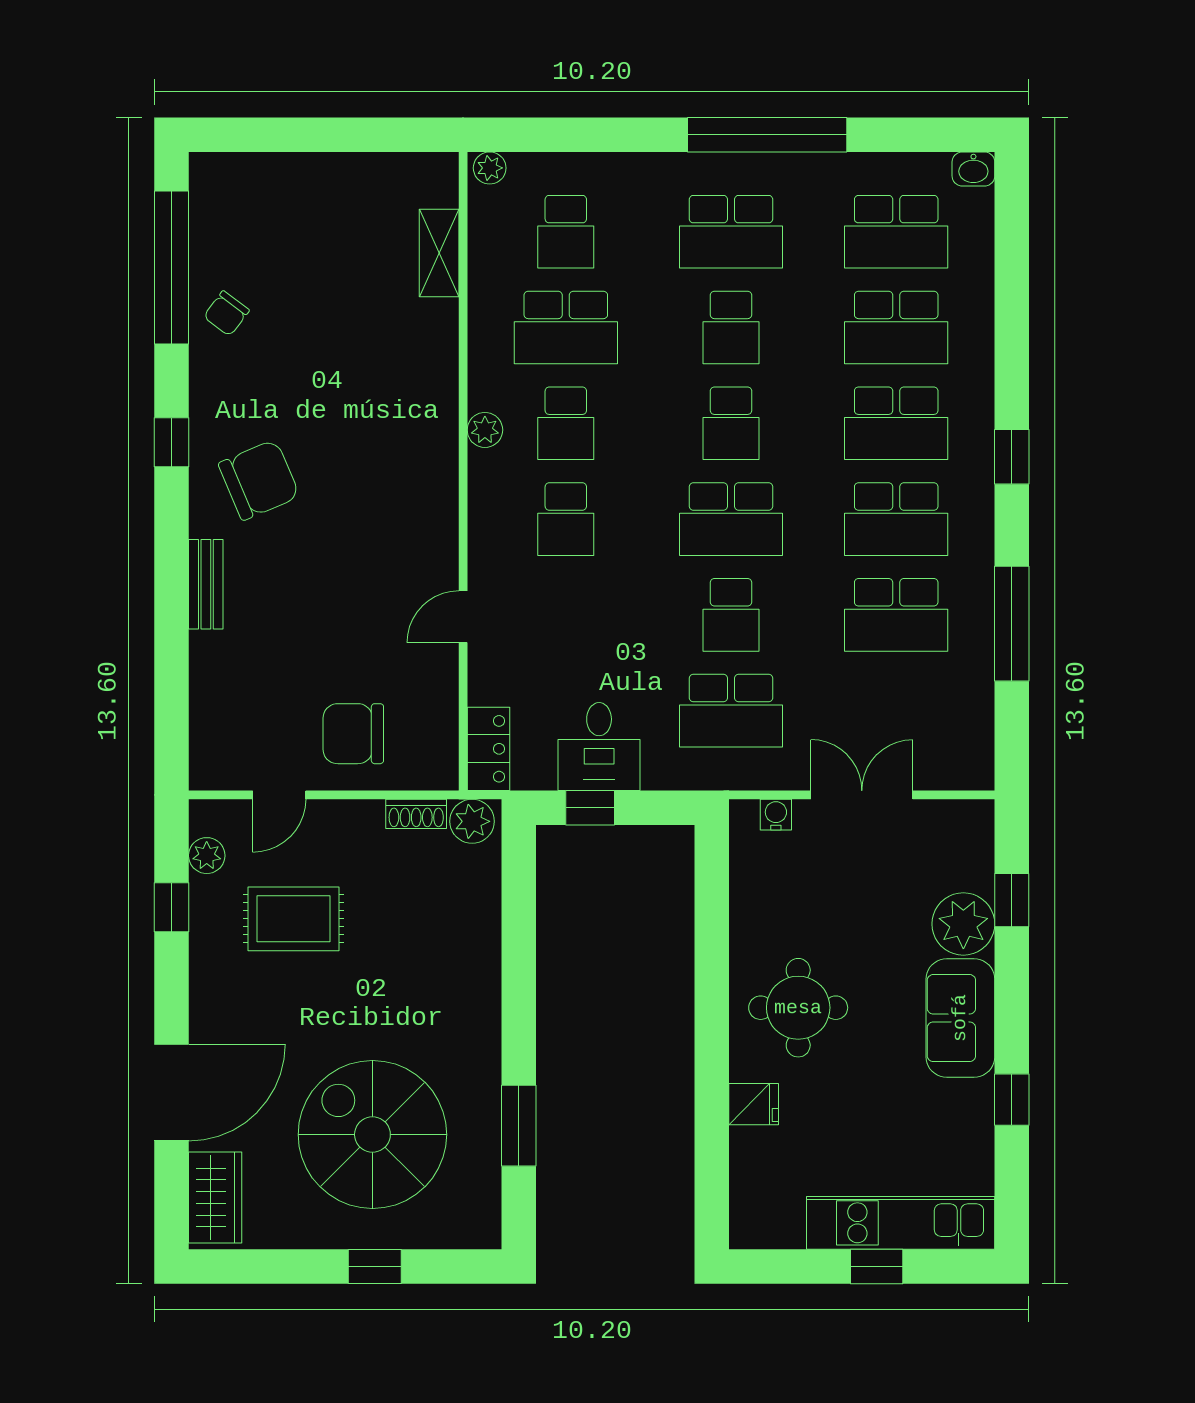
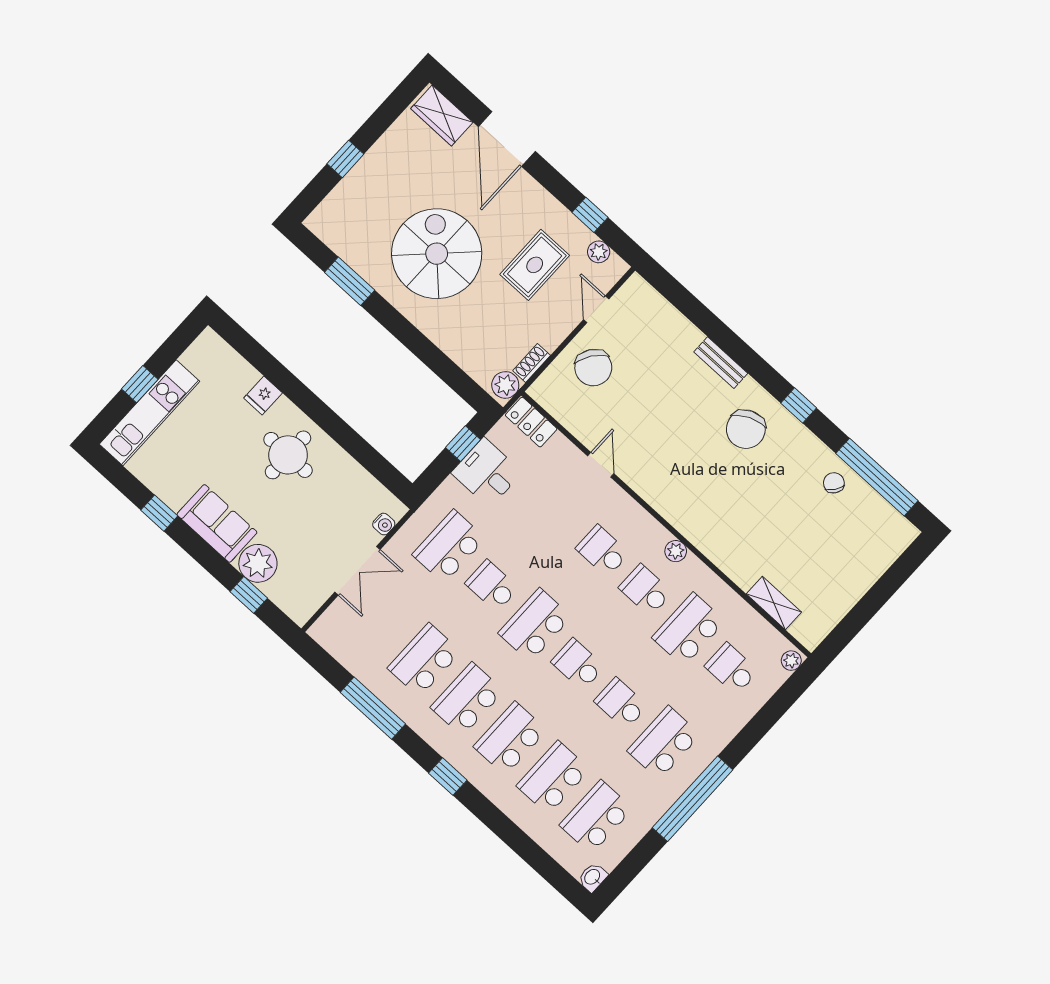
chair: (353, 734) -> (593, 368), turned 126
spiral stairs: (372, 1135) -> (437, 254), moved, turned -90

